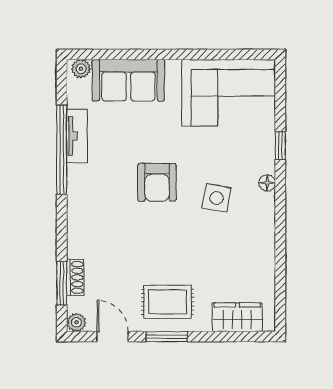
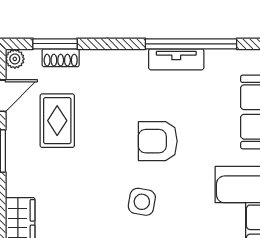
tv unit: (77, 136) -> (176, 59), moved
rug: (168, 302) -> (57, 121), moved

